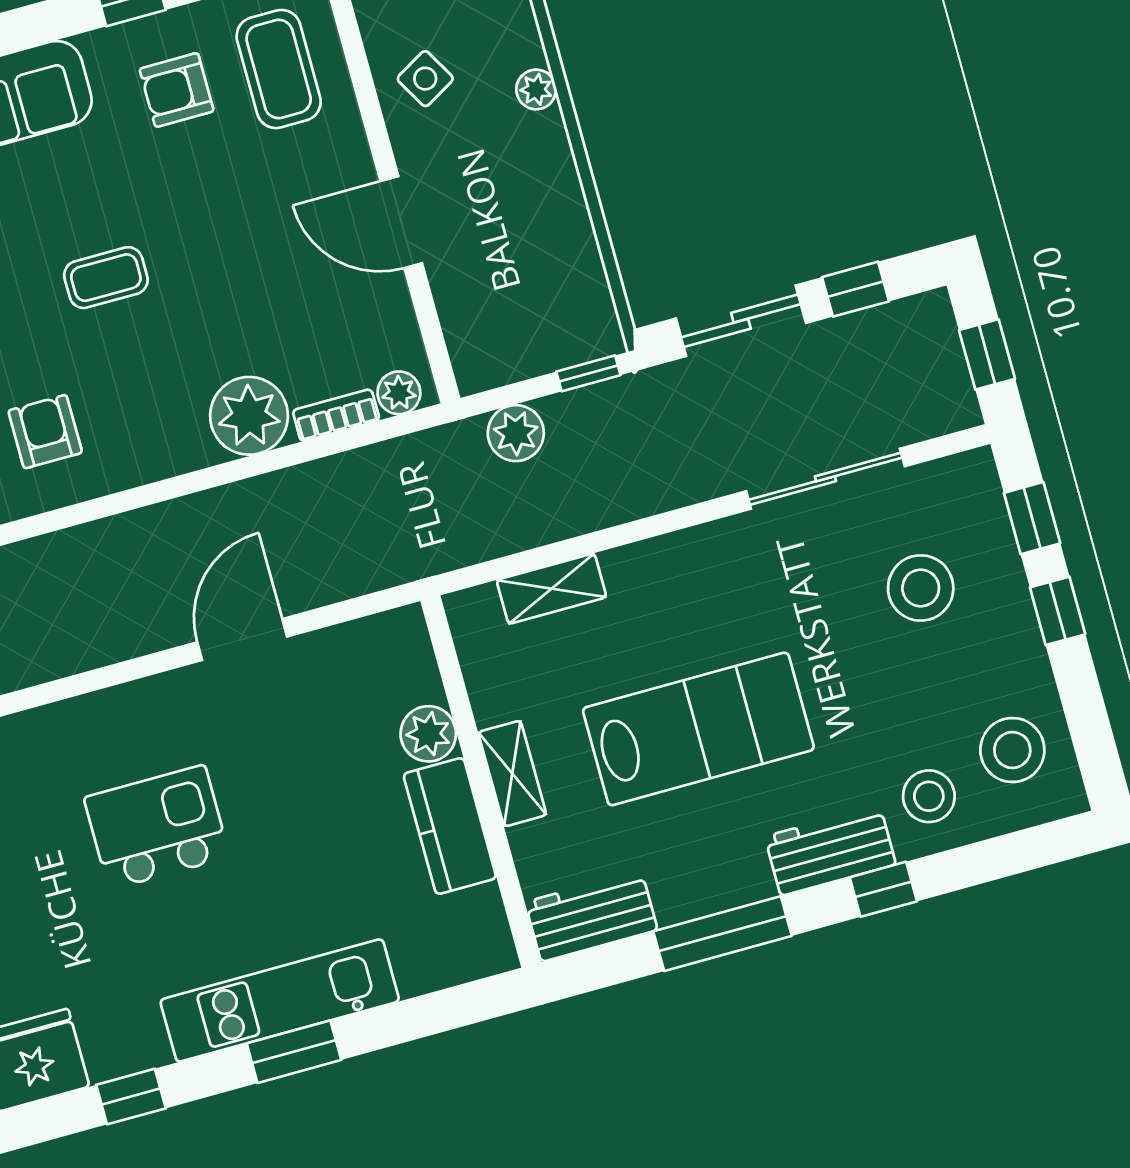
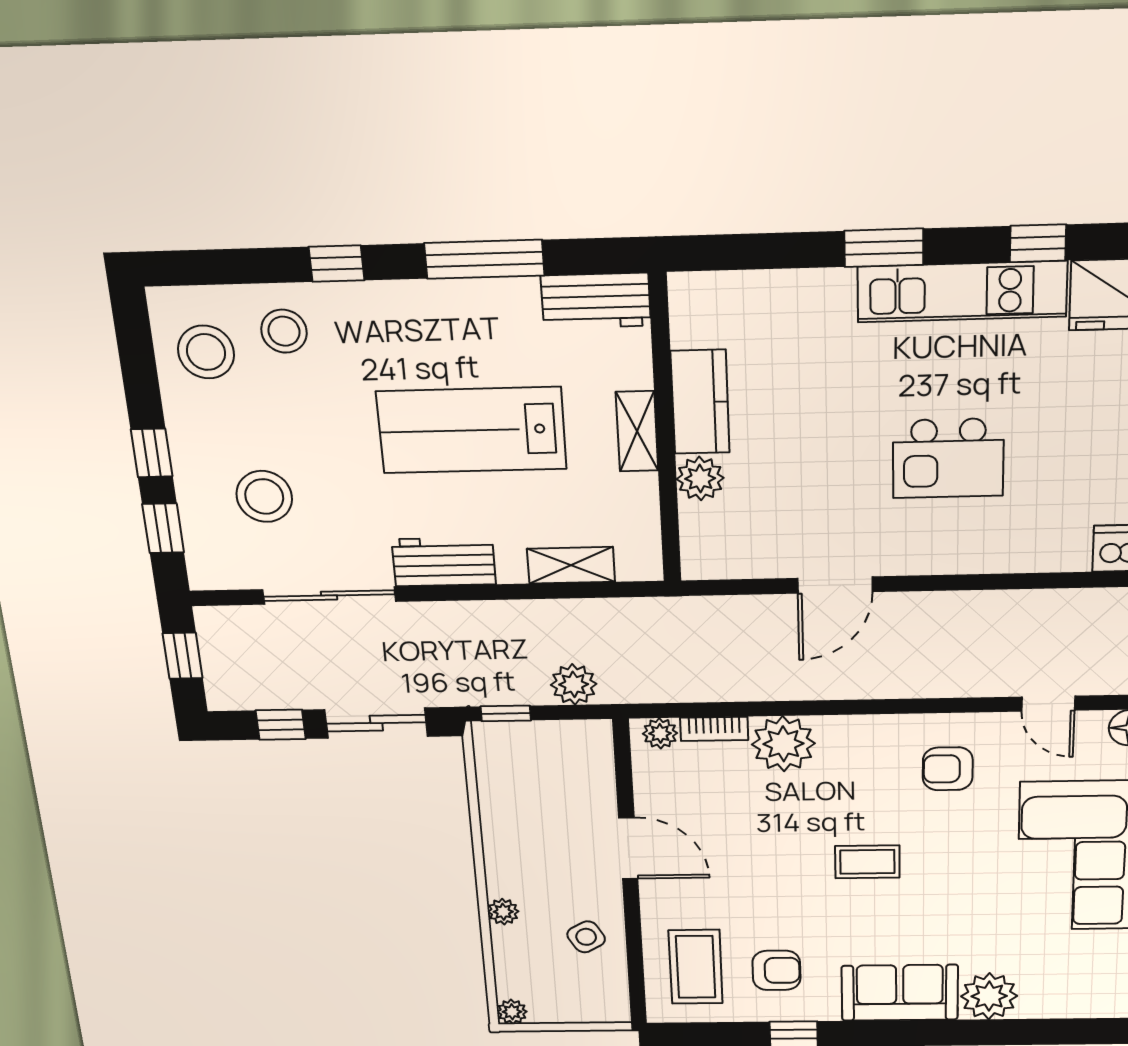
armchair: (45, 432) -> (948, 769), turned 90
workbench: (830, 851) -> (444, 562), moved, turned 180
kitchen unit: (280, 1000) -> (962, 292), moved

